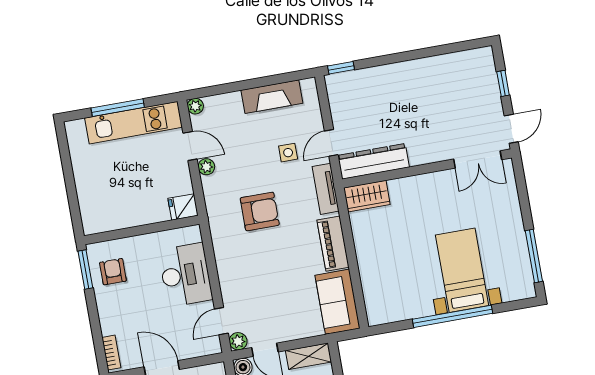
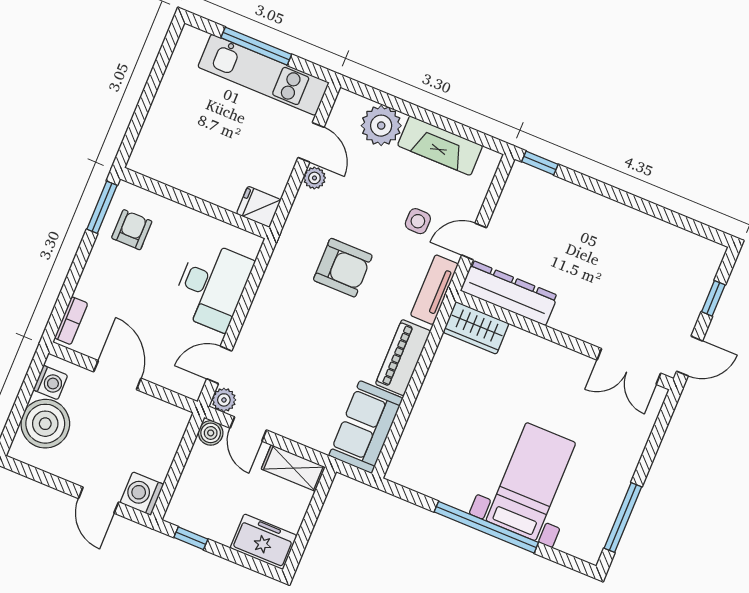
plant: (195, 106) -> (381, 126), moved, width x1.88, depth x1.88

